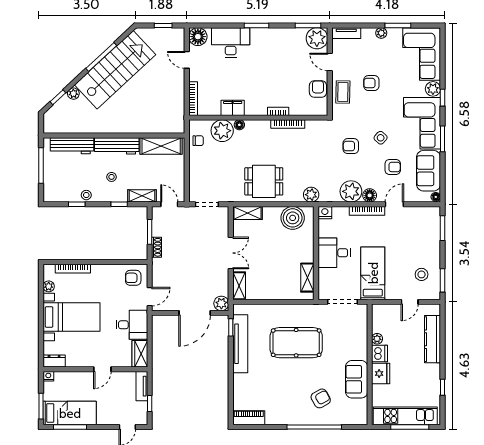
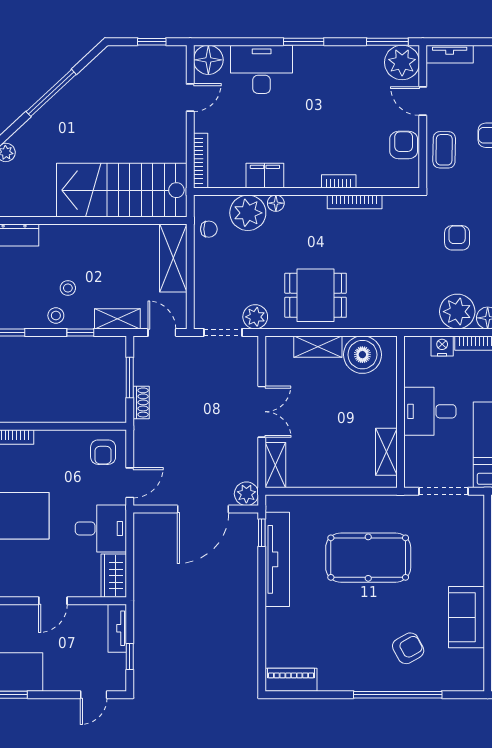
door: (187, 60) -> (190, 98), swing flipped
stairs: (115, 70) -> (122, 190), moved, turned -137
workbench: (117, 146) -> (77, 237), removed
shelving: (161, 146) -> (173, 258), moved, turned 90
armchair: (351, 146) -> (457, 238), turned 90
stool: (86, 195) -> (56, 316), moved
plant: (311, 195) -> (255, 317), moved
shelving: (247, 213) -> (318, 347), moved
nightstand: (325, 213) -> (442, 346), moved
armchair: (133, 278) -> (103, 452), turned -90

